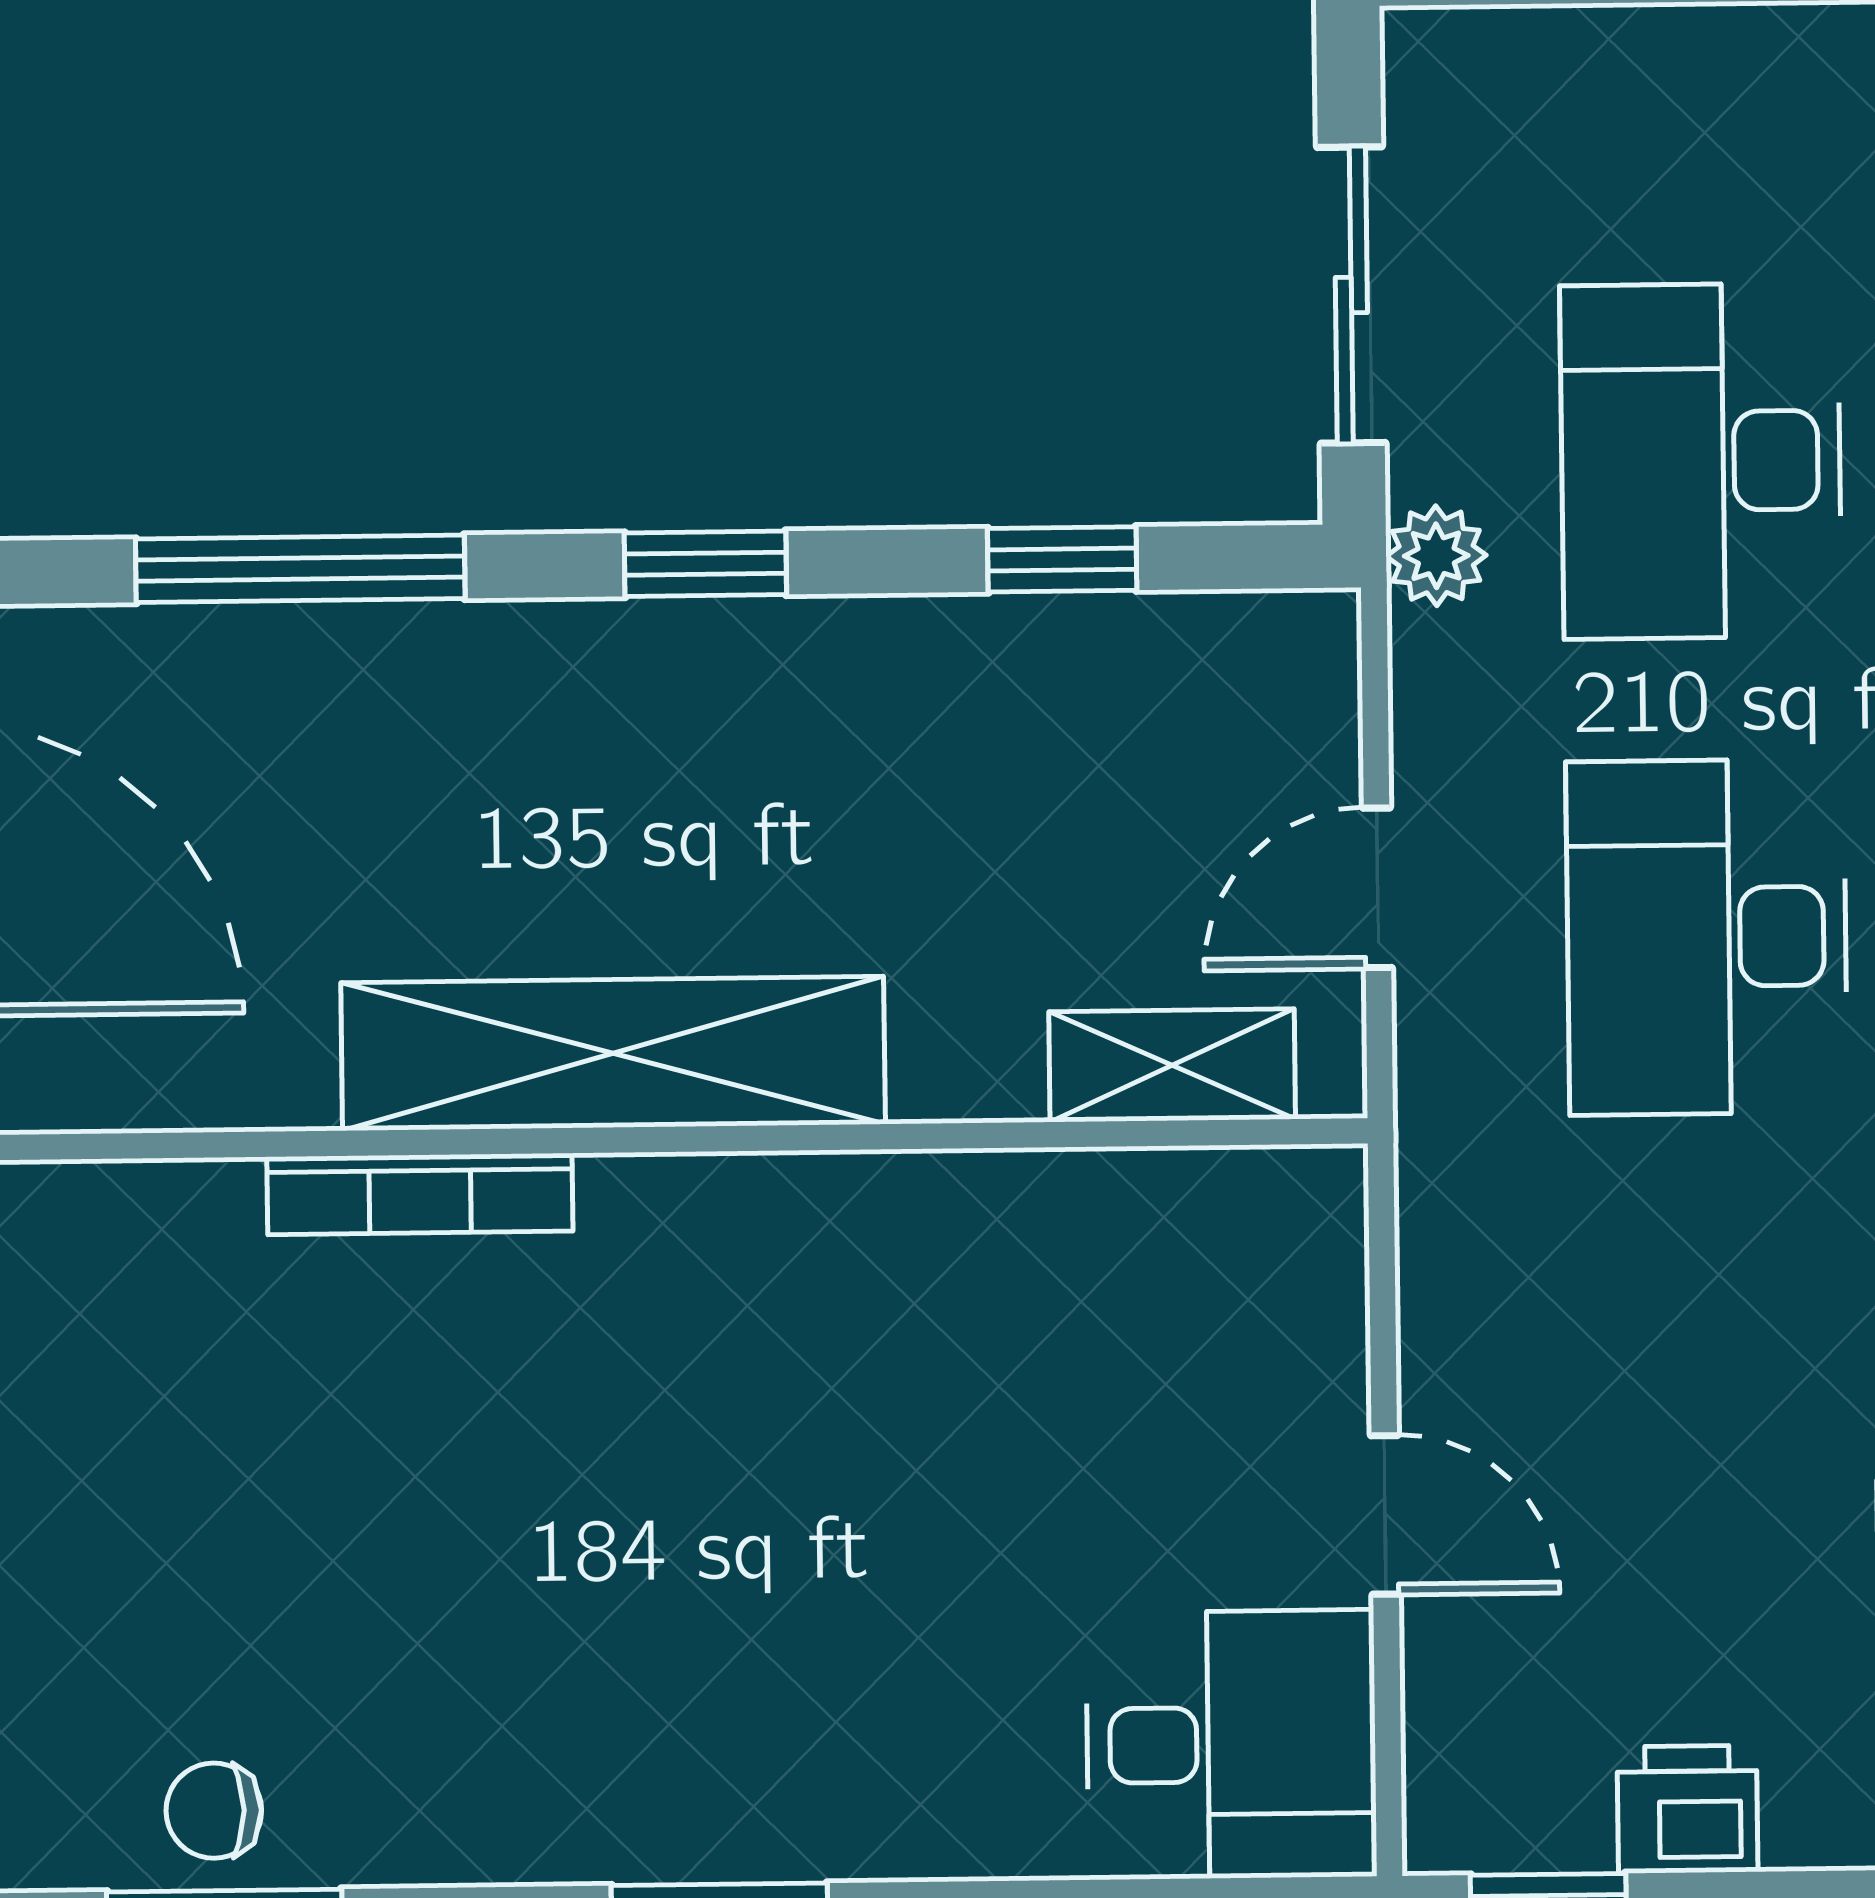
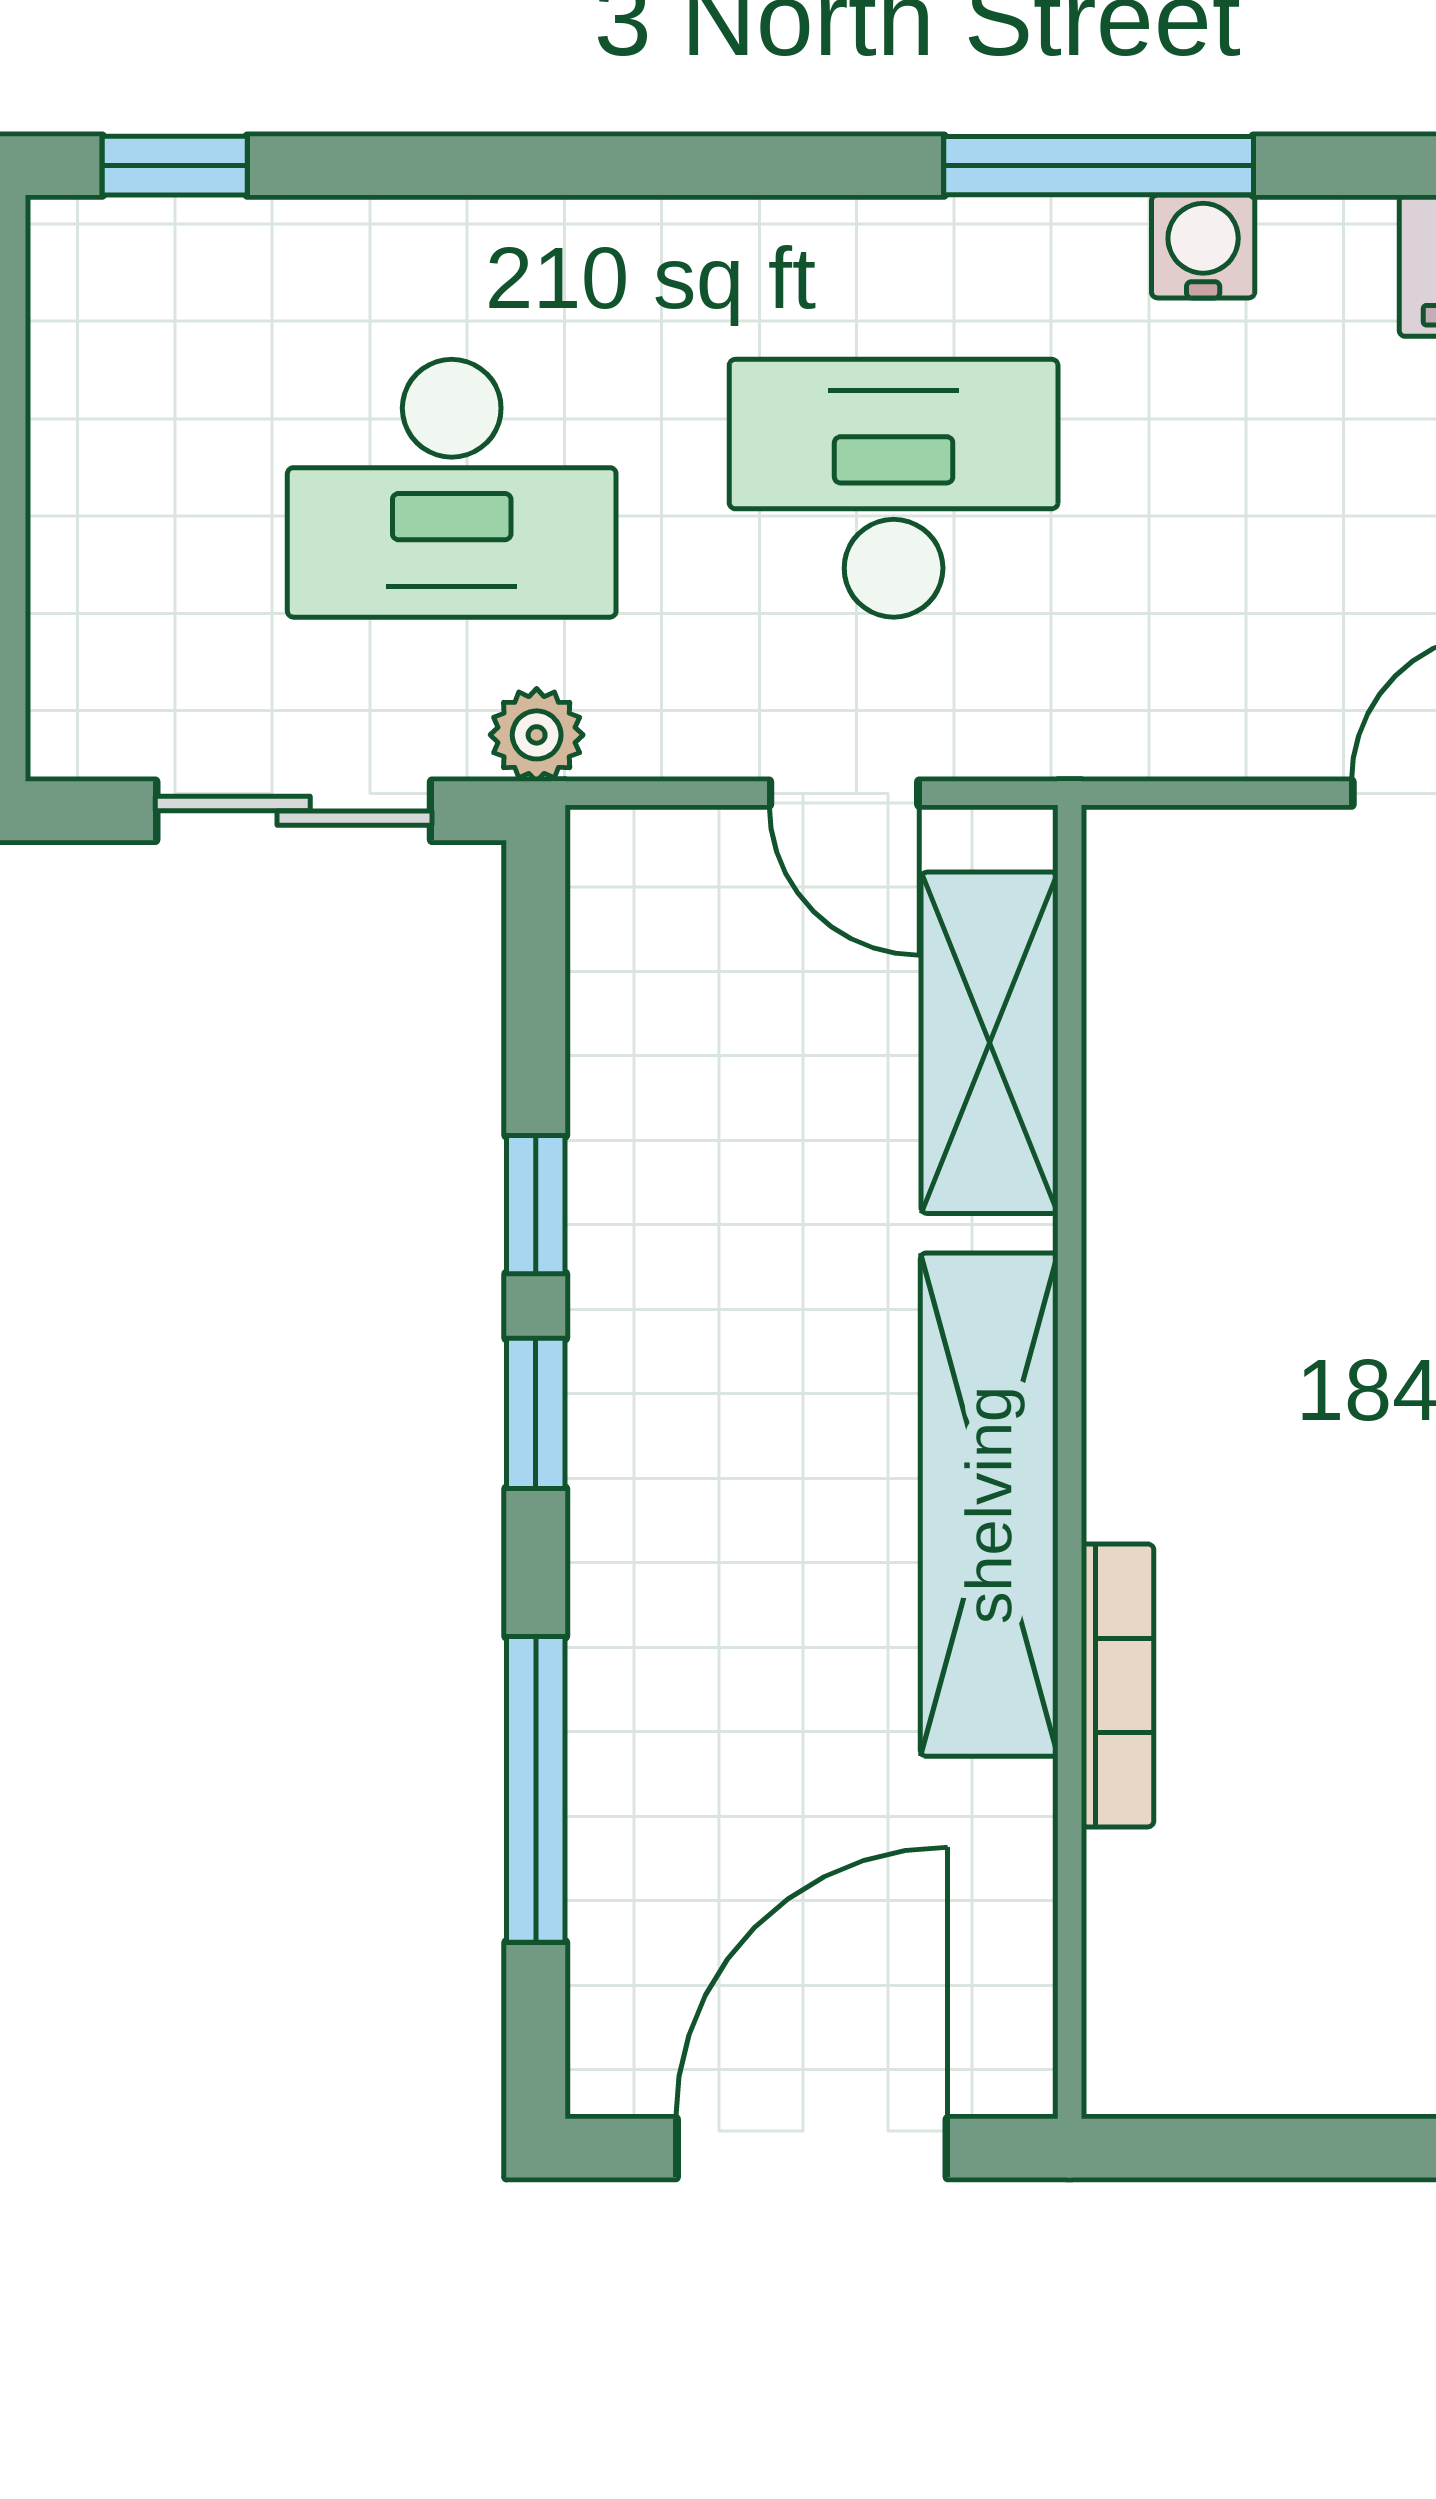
window: (1062, 559) -> (536, 1205), moved
desk: (1707, 937) -> (894, 488), turned 180
shelving: (1172, 1065) -> (989, 1043), width x1.50, depth x1.33

